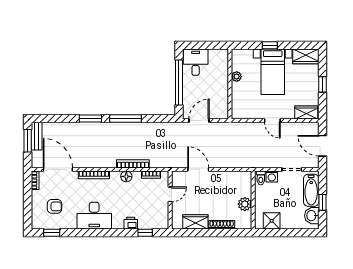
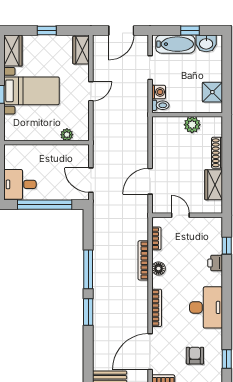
plant: (237, 77) -> (67, 135), moved

